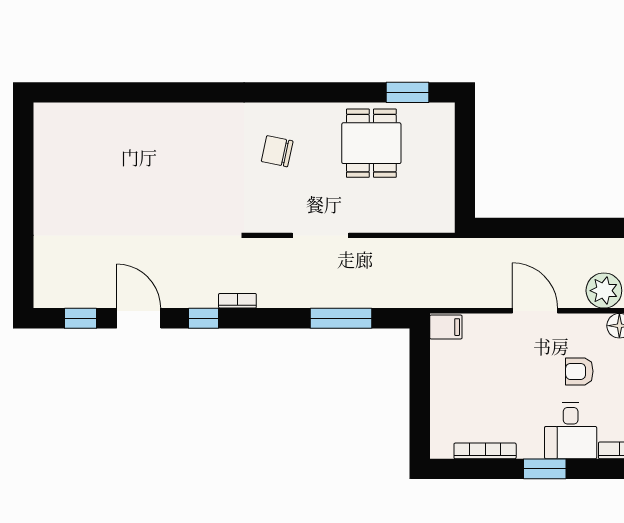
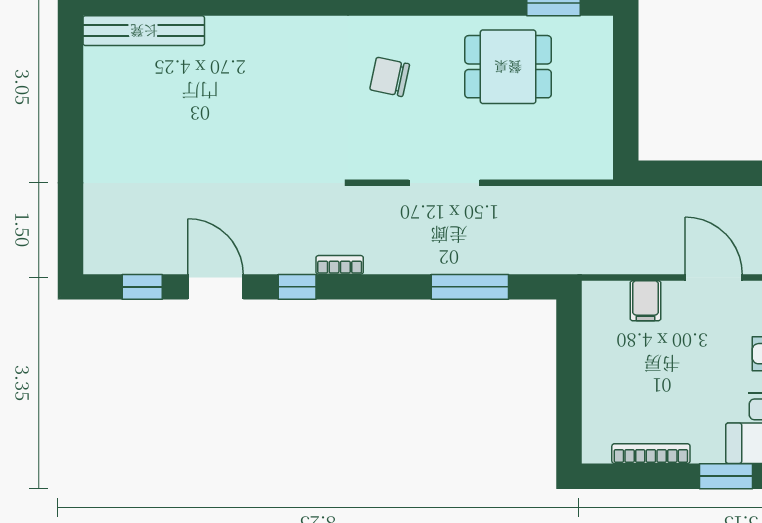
bench: (82, 114) -> (144, 31), added
dining table: (371, 143) -> (508, 67), turned 90
filing cabinet: (446, 327) -> (645, 301), moved, turned 90

